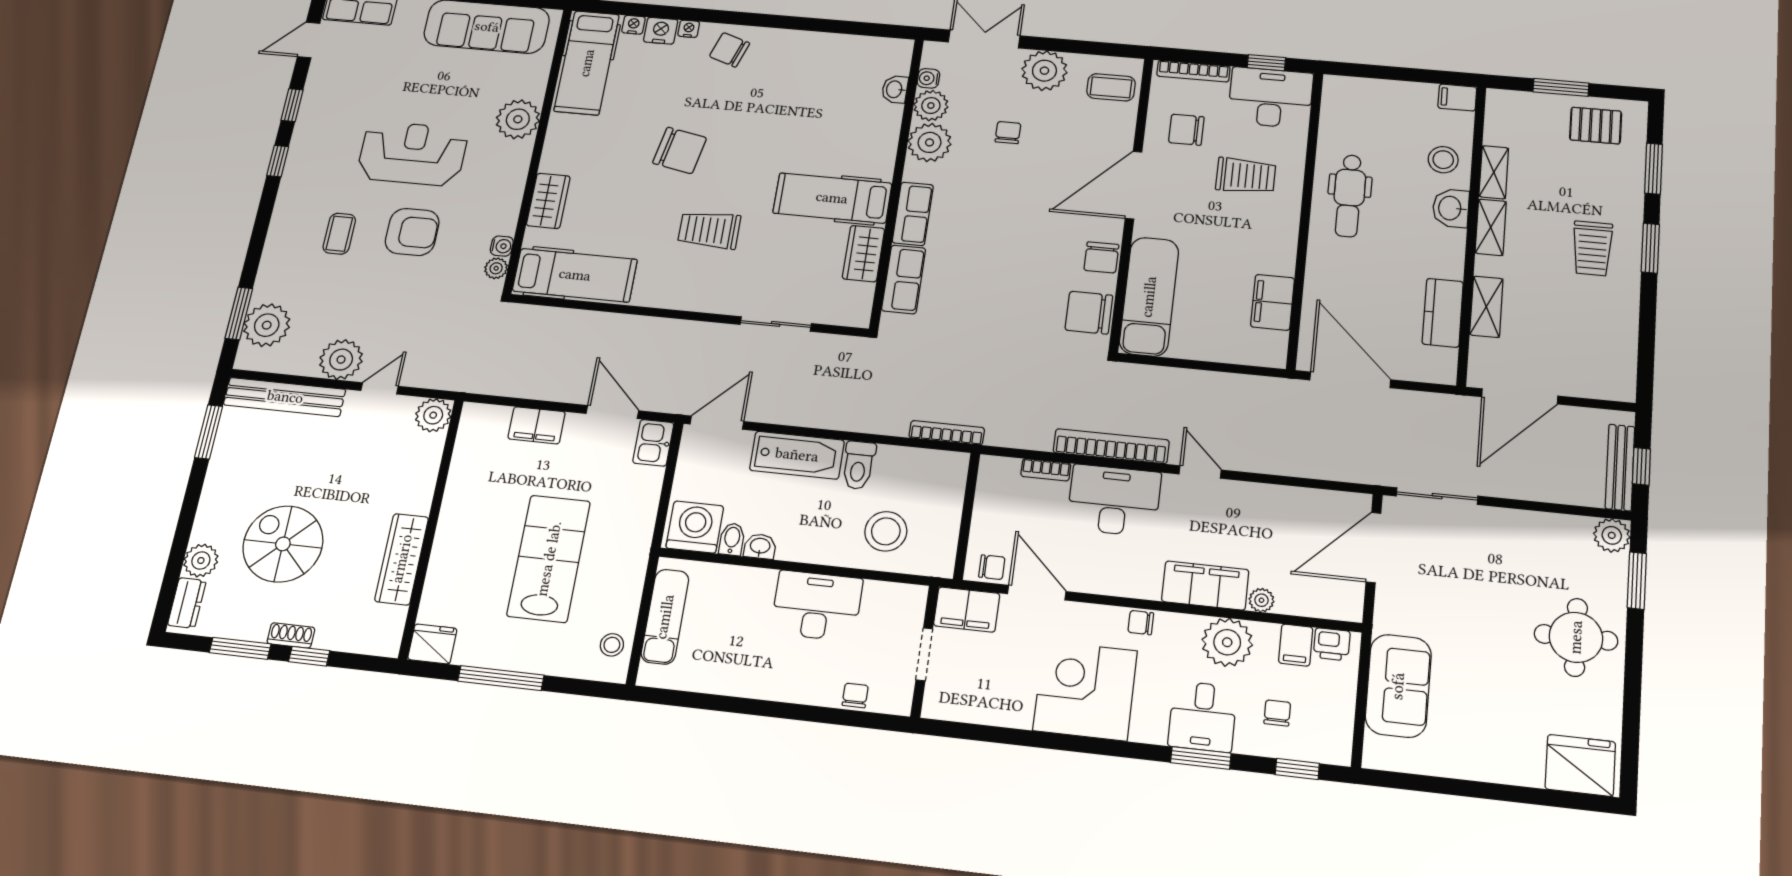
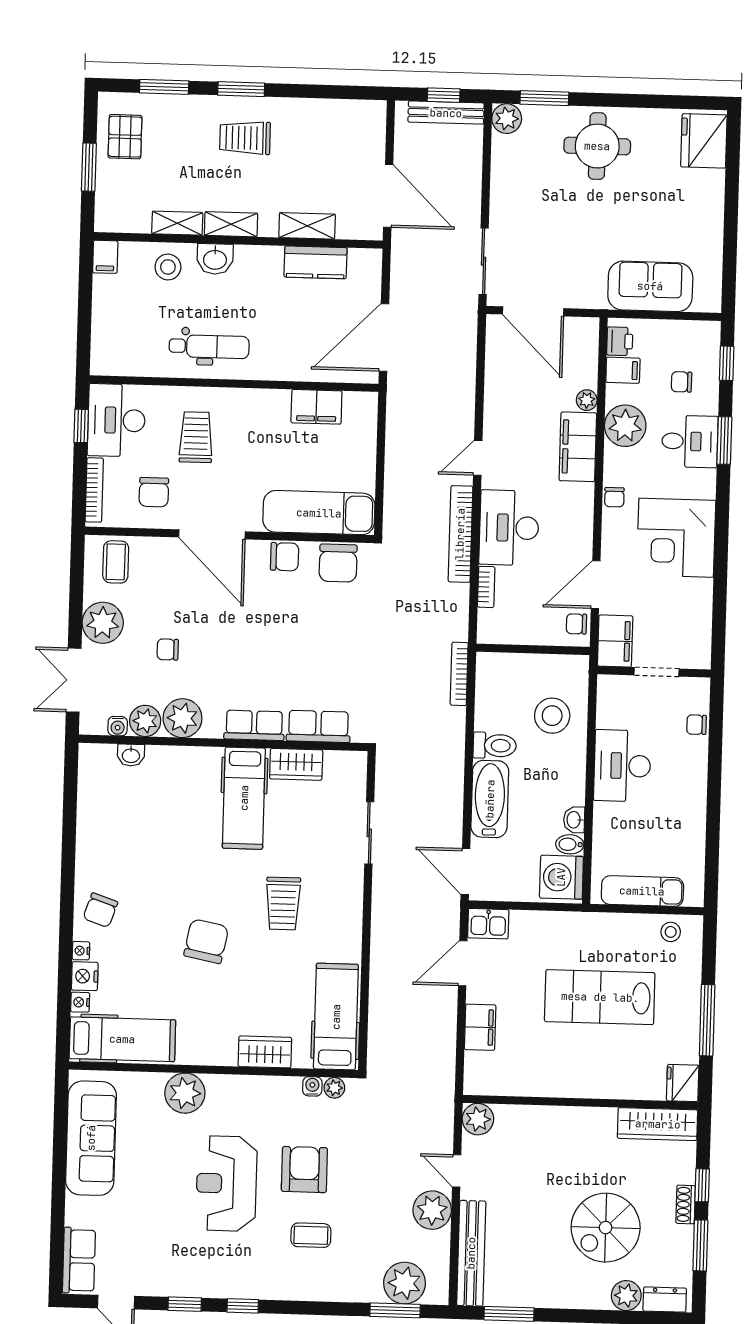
trolley: (1592, 248) -> (245, 138), turned 180
wardrobe: (402, 559) -> (658, 1124), moved
chair: (992, 567) -> (576, 624), turned -90

